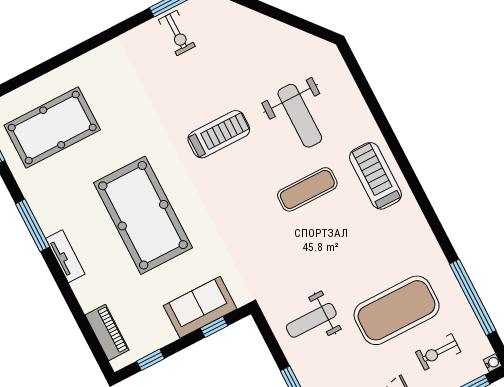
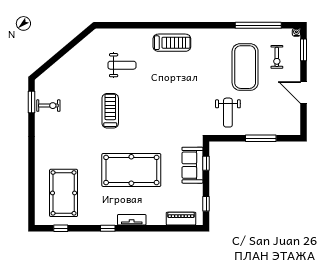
weight bench: (300, 116) -> (122, 65), width x0.73, depth x0.75
treadmill: (375, 176) -> (172, 43), turned 180
exercise mat: (307, 189) -> (161, 81), removed
window: (33, 225) -> (108, 228), width x0.46

